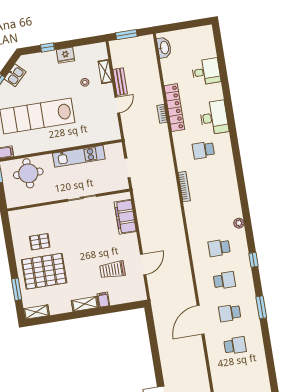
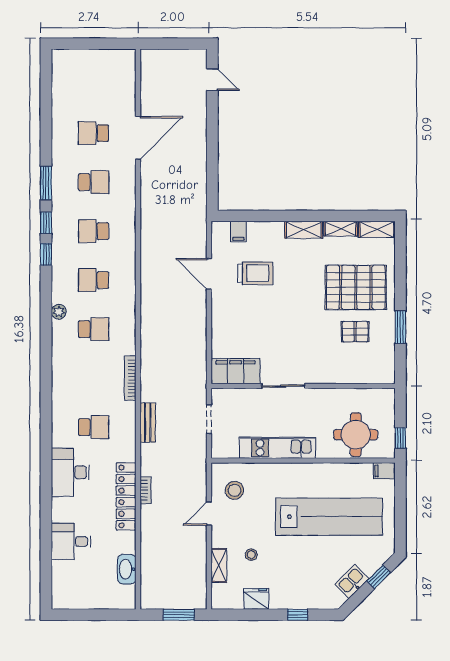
washbasin: (164, 48) -> (127, 569), moved
fridge: (66, 55) -> (256, 599), moved
bench: (120, 82) -> (148, 423), moved
stool: (103, 123) -> (234, 490), added
school desk: (214, 215) -> (94, 329), added
filing cabinet: (125, 217) -> (236, 371), moved, turned -90
school desk: (219, 248) -> (94, 280), turned 180
door: (143, 264) -> (209, 274), hinge flipped
window: (257, 281) -> (46, 223), added
window: (17, 289) -> (400, 327), moved
filing cabinet: (103, 300) -> (238, 232), moved
shelving: (60, 309) -> (341, 229), added
door: (201, 320) -> (138, 138), moved

